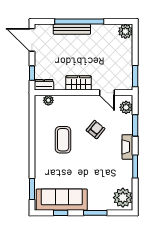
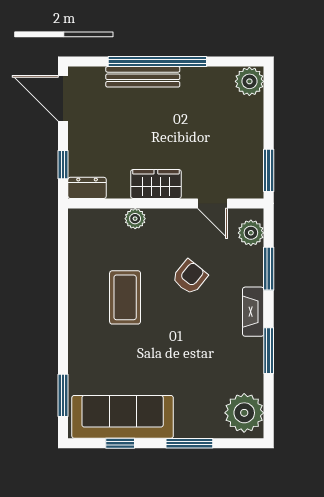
plant: (48, 100) -> (135, 219), moved

